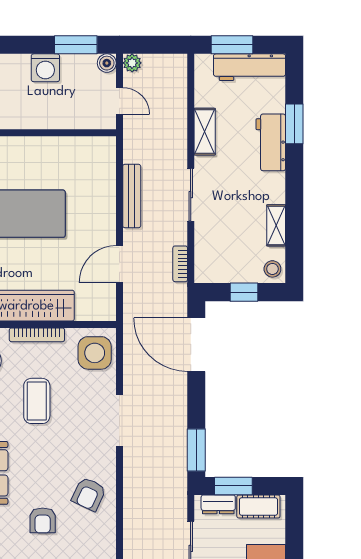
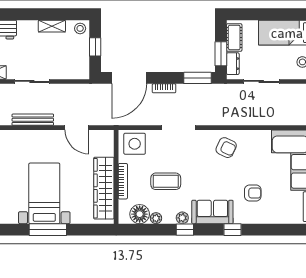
bookcase: (180, 264) -> (164, 88), moved
armchair: (43, 520) -> (253, 193), moved

